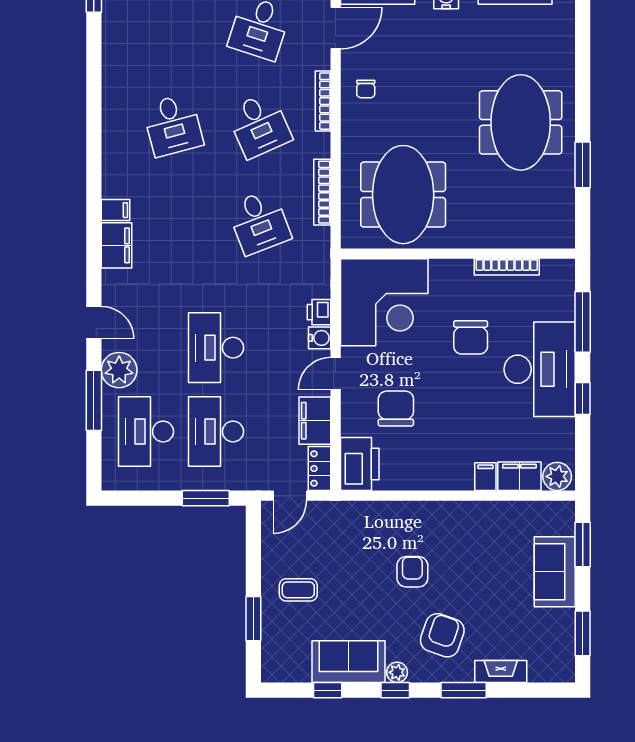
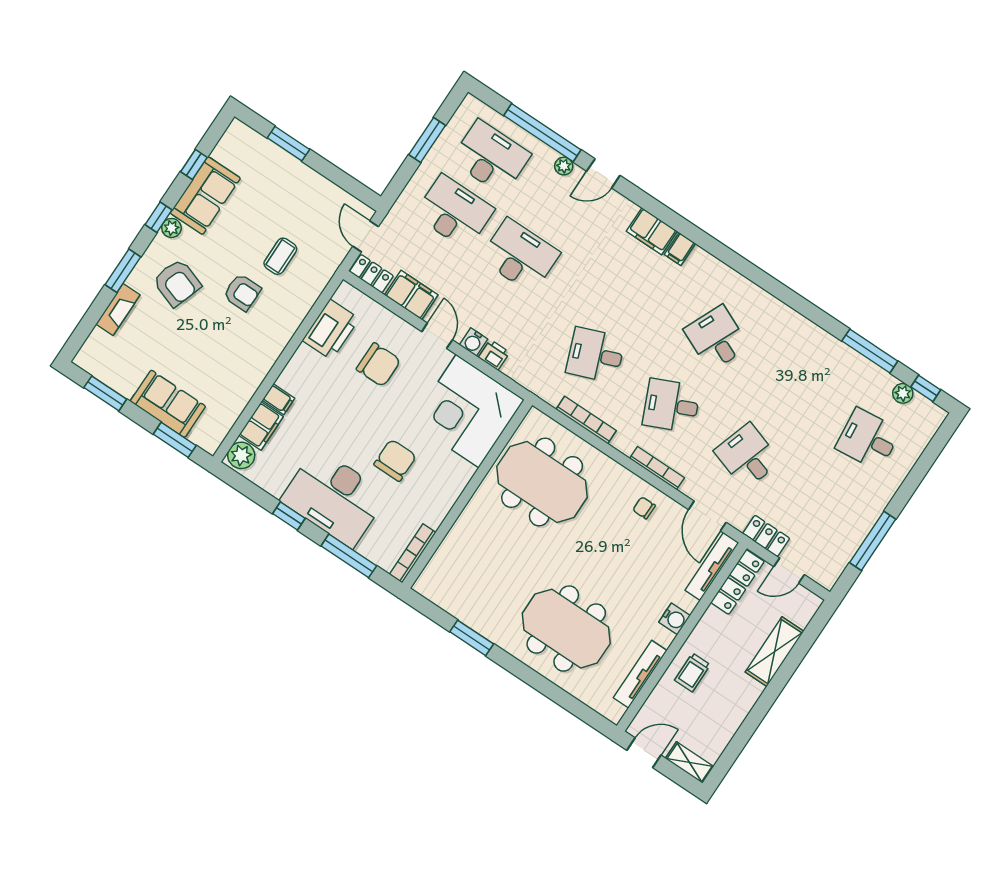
meeting table: (521, 122) -> (566, 629), moved
desk: (173, 125) -> (716, 338), turned 39
bookcase: (507, 267) -> (413, 553), moved
chair: (471, 337) -> (395, 460), turned 90
plant: (119, 370) -> (564, 166), width x0.53, depth x0.53
window: (94, 400) -> (542, 133), width x1.46
printer: (360, 464) -> (331, 330), moved, turned -90
window: (206, 498) -> (427, 140), moved
coffee table: (298, 590) -> (280, 256), moved

